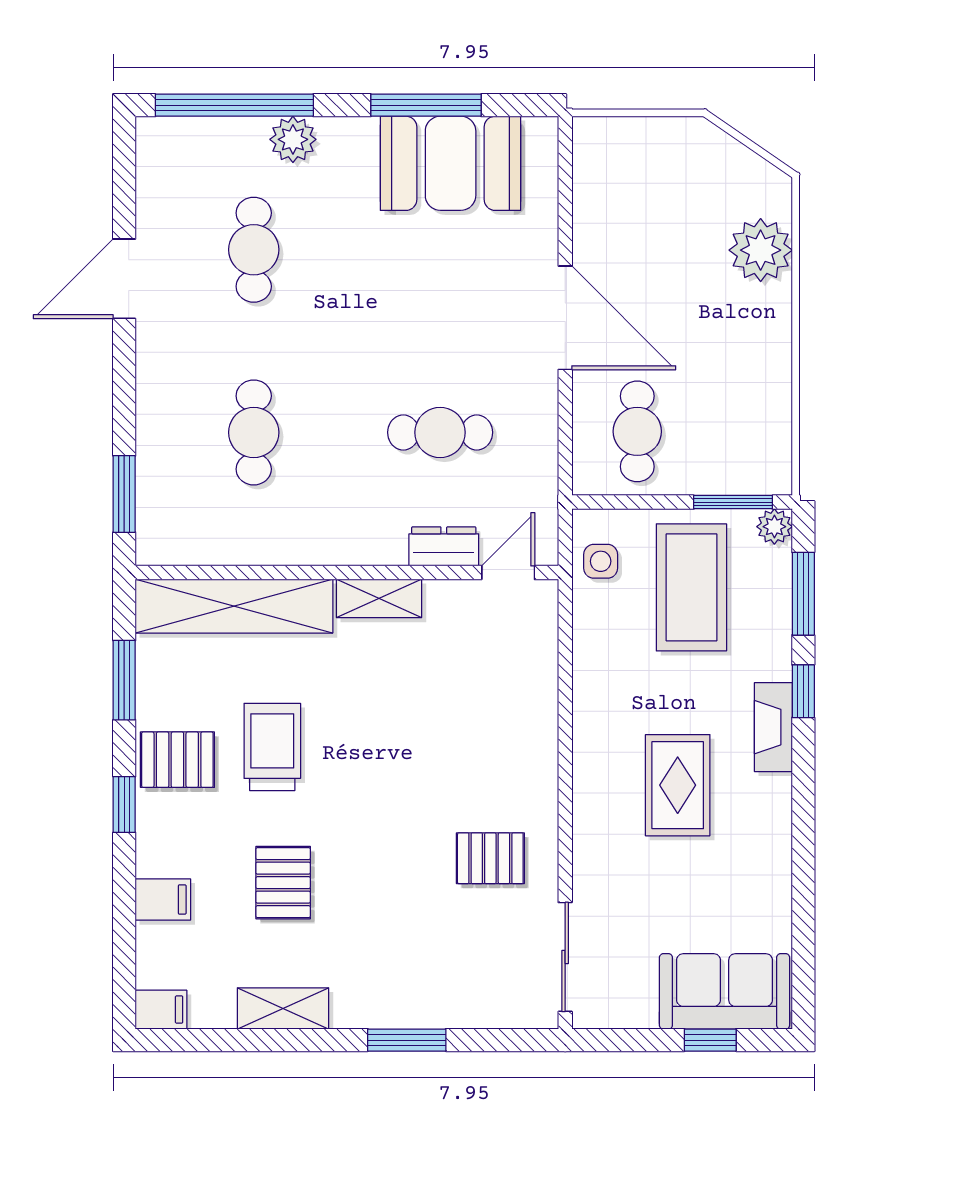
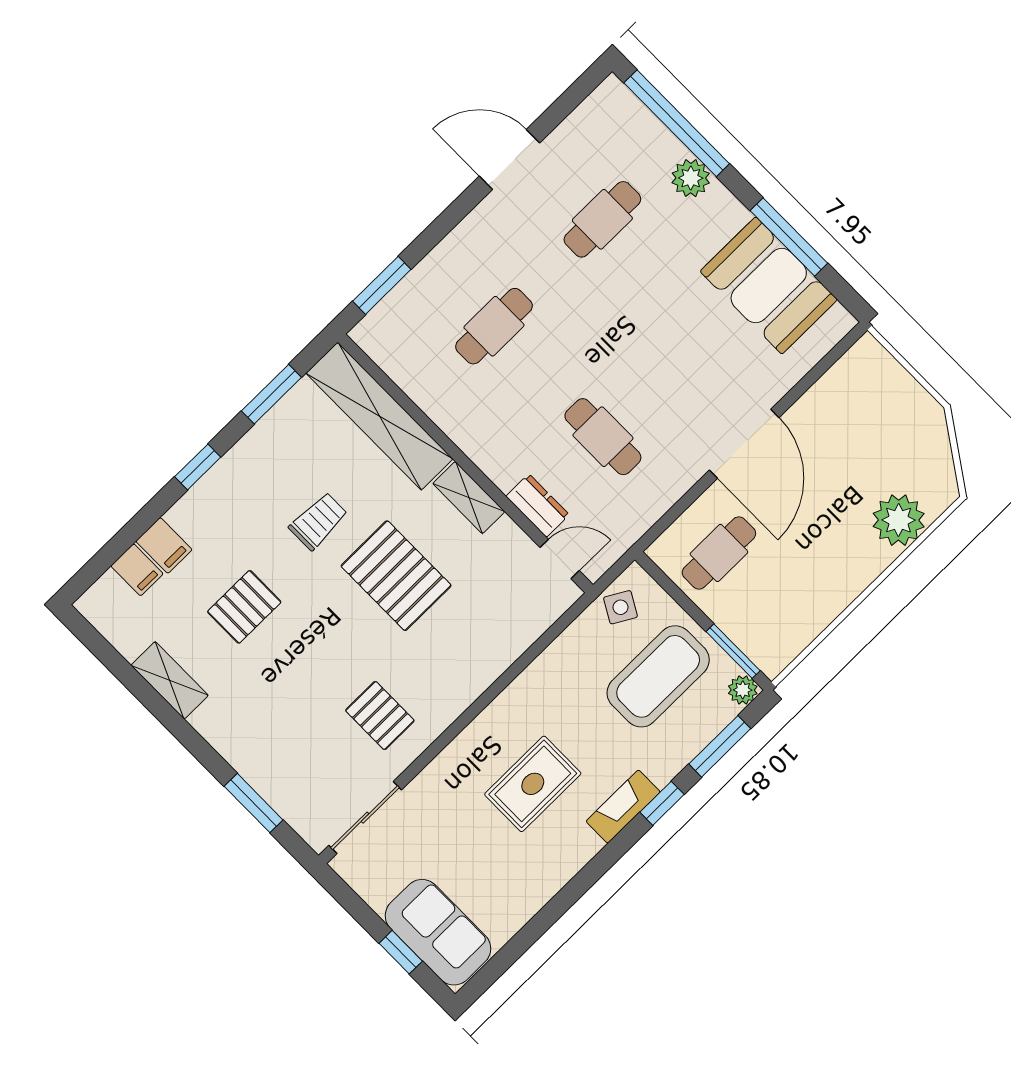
side table: (601, 561) -> (620, 607), turned 30
trolley: (272, 747) -> (318, 521), width x0.73, depth x0.72
pallet: (177, 760) -> (396, 576), moved, width x1.50, depth x1.42
filing cabinet: (161, 1010) -> (137, 570), moved
window: (407, 1040) -> (254, 803), moved

